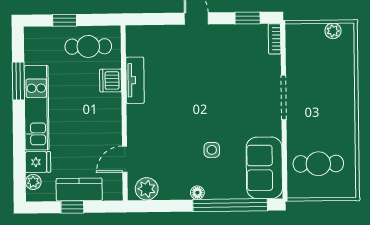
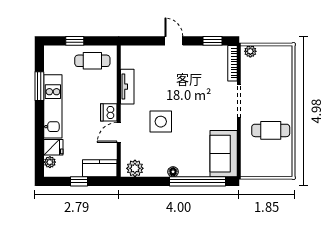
plant: (333, 31) -> (250, 51), moved
bookcase: (275, 39) -> (232, 63), width x1.56
dishwasher: (111, 80) -> (109, 112), moved
side table: (212, 150) -> (161, 122), moved, width x1.87, depth x1.87
door: (125, 159) -> (119, 133), moved
cafe table: (318, 164) -> (271, 130), moved
kitchen counter: (79, 190) -> (100, 168), moved

